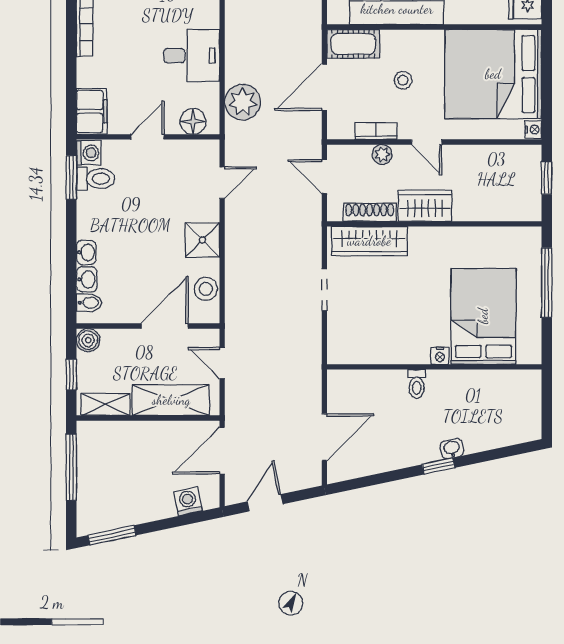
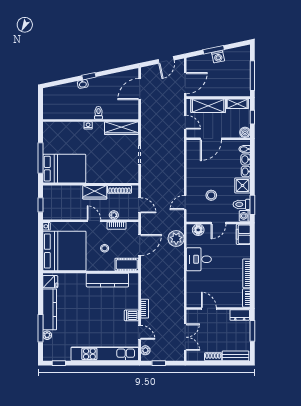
shower: (202, 240) -> (243, 185), moved
wardrobe: (369, 241) -> (122, 128), moved, turned 180
stool: (206, 289) -> (211, 195), moved
bed: (483, 316) -> (64, 169), moved, turned -90
washing machine: (188, 501) -> (218, 57), moved
window: (112, 535) -> (214, 50), moved

